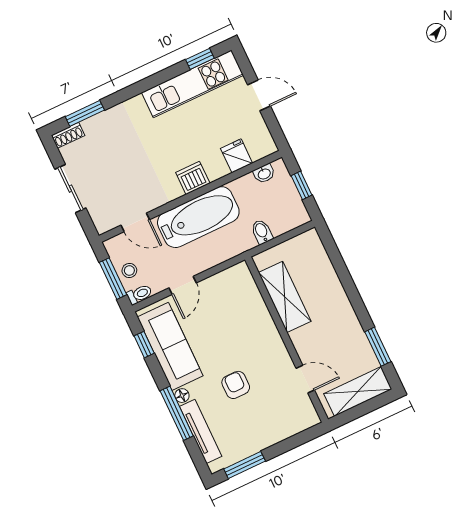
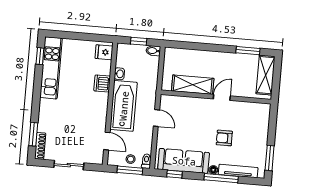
door: (259, 95) -> (78, 36), removed
shoe rack: (68, 135) -> (40, 146), width x1.43
fridge: (237, 156) -> (104, 52), moved
washbasin: (264, 174) -> (119, 74), moved
dishwasher: (193, 178) -> (102, 83), moved
door: (135, 222) -> (107, 141), hinge flipped
bidet: (262, 232) -> (153, 51), moved
door: (183, 285) -> (156, 118), moved
door: (305, 379) -> (222, 97), moved

